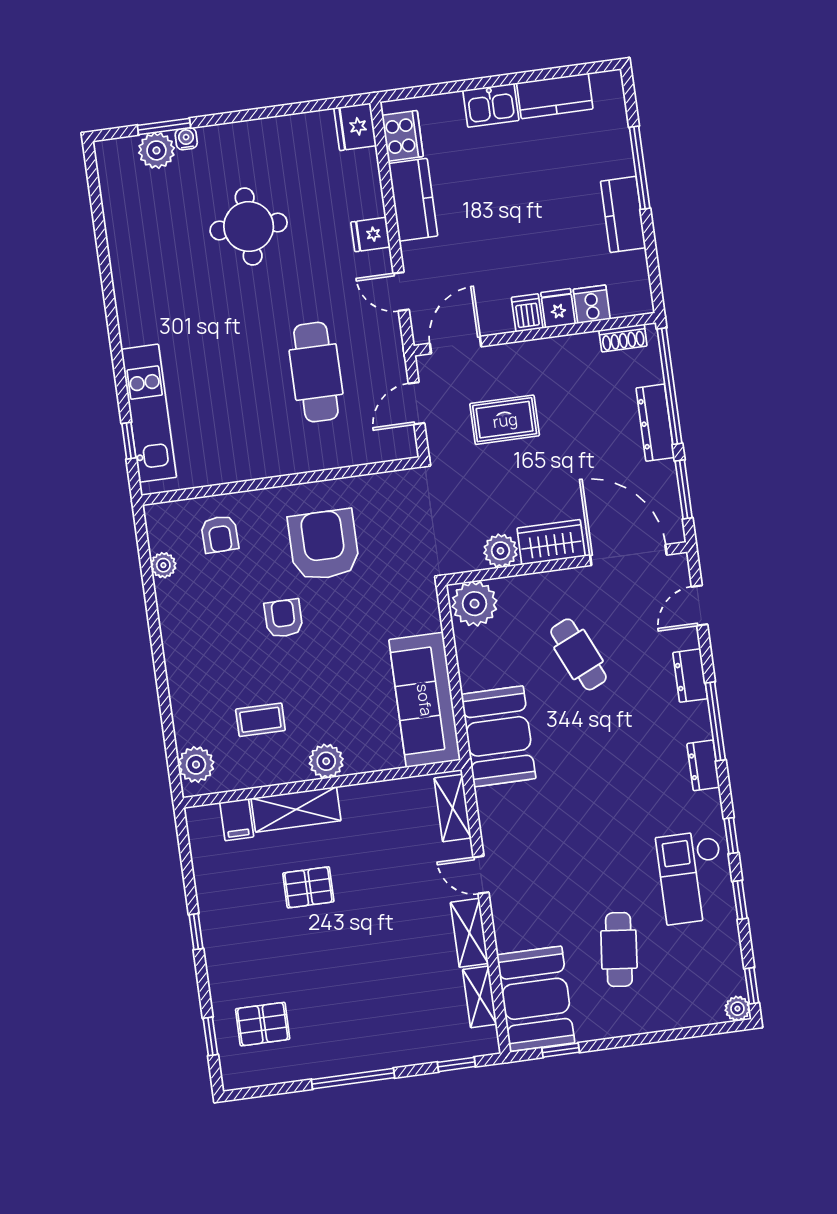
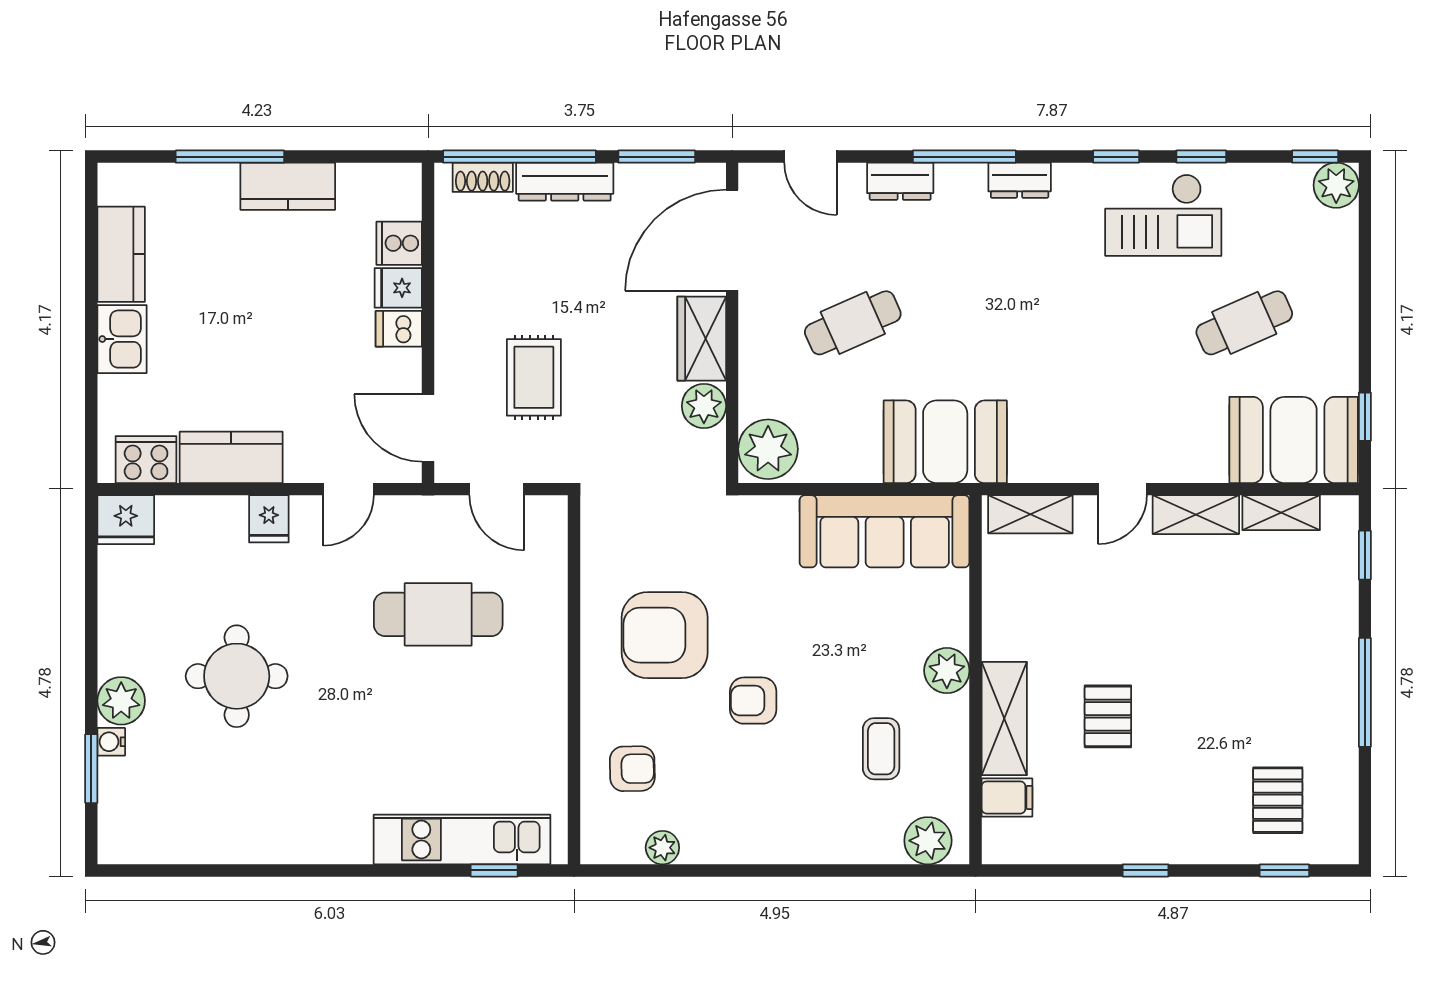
plant: (156, 150) -> (121, 701), moved
shoe rack: (623, 338) -> (483, 177), moved, turned 90
cafe table: (619, 950) -> (1244, 323), turned -30
plant: (737, 1009) -> (1336, 185), width x1.38, depth x1.38

